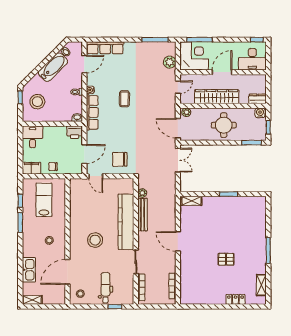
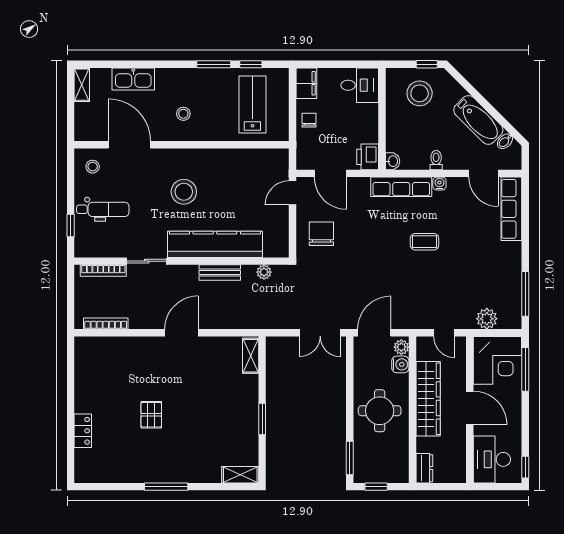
water cooler: (260, 113) -> (400, 364), moved
lab bench: (44, 200) -> (252, 105), turned -90
bench: (143, 215) -> (220, 273), width x0.73
shelving: (261, 285) -> (240, 475), moved

